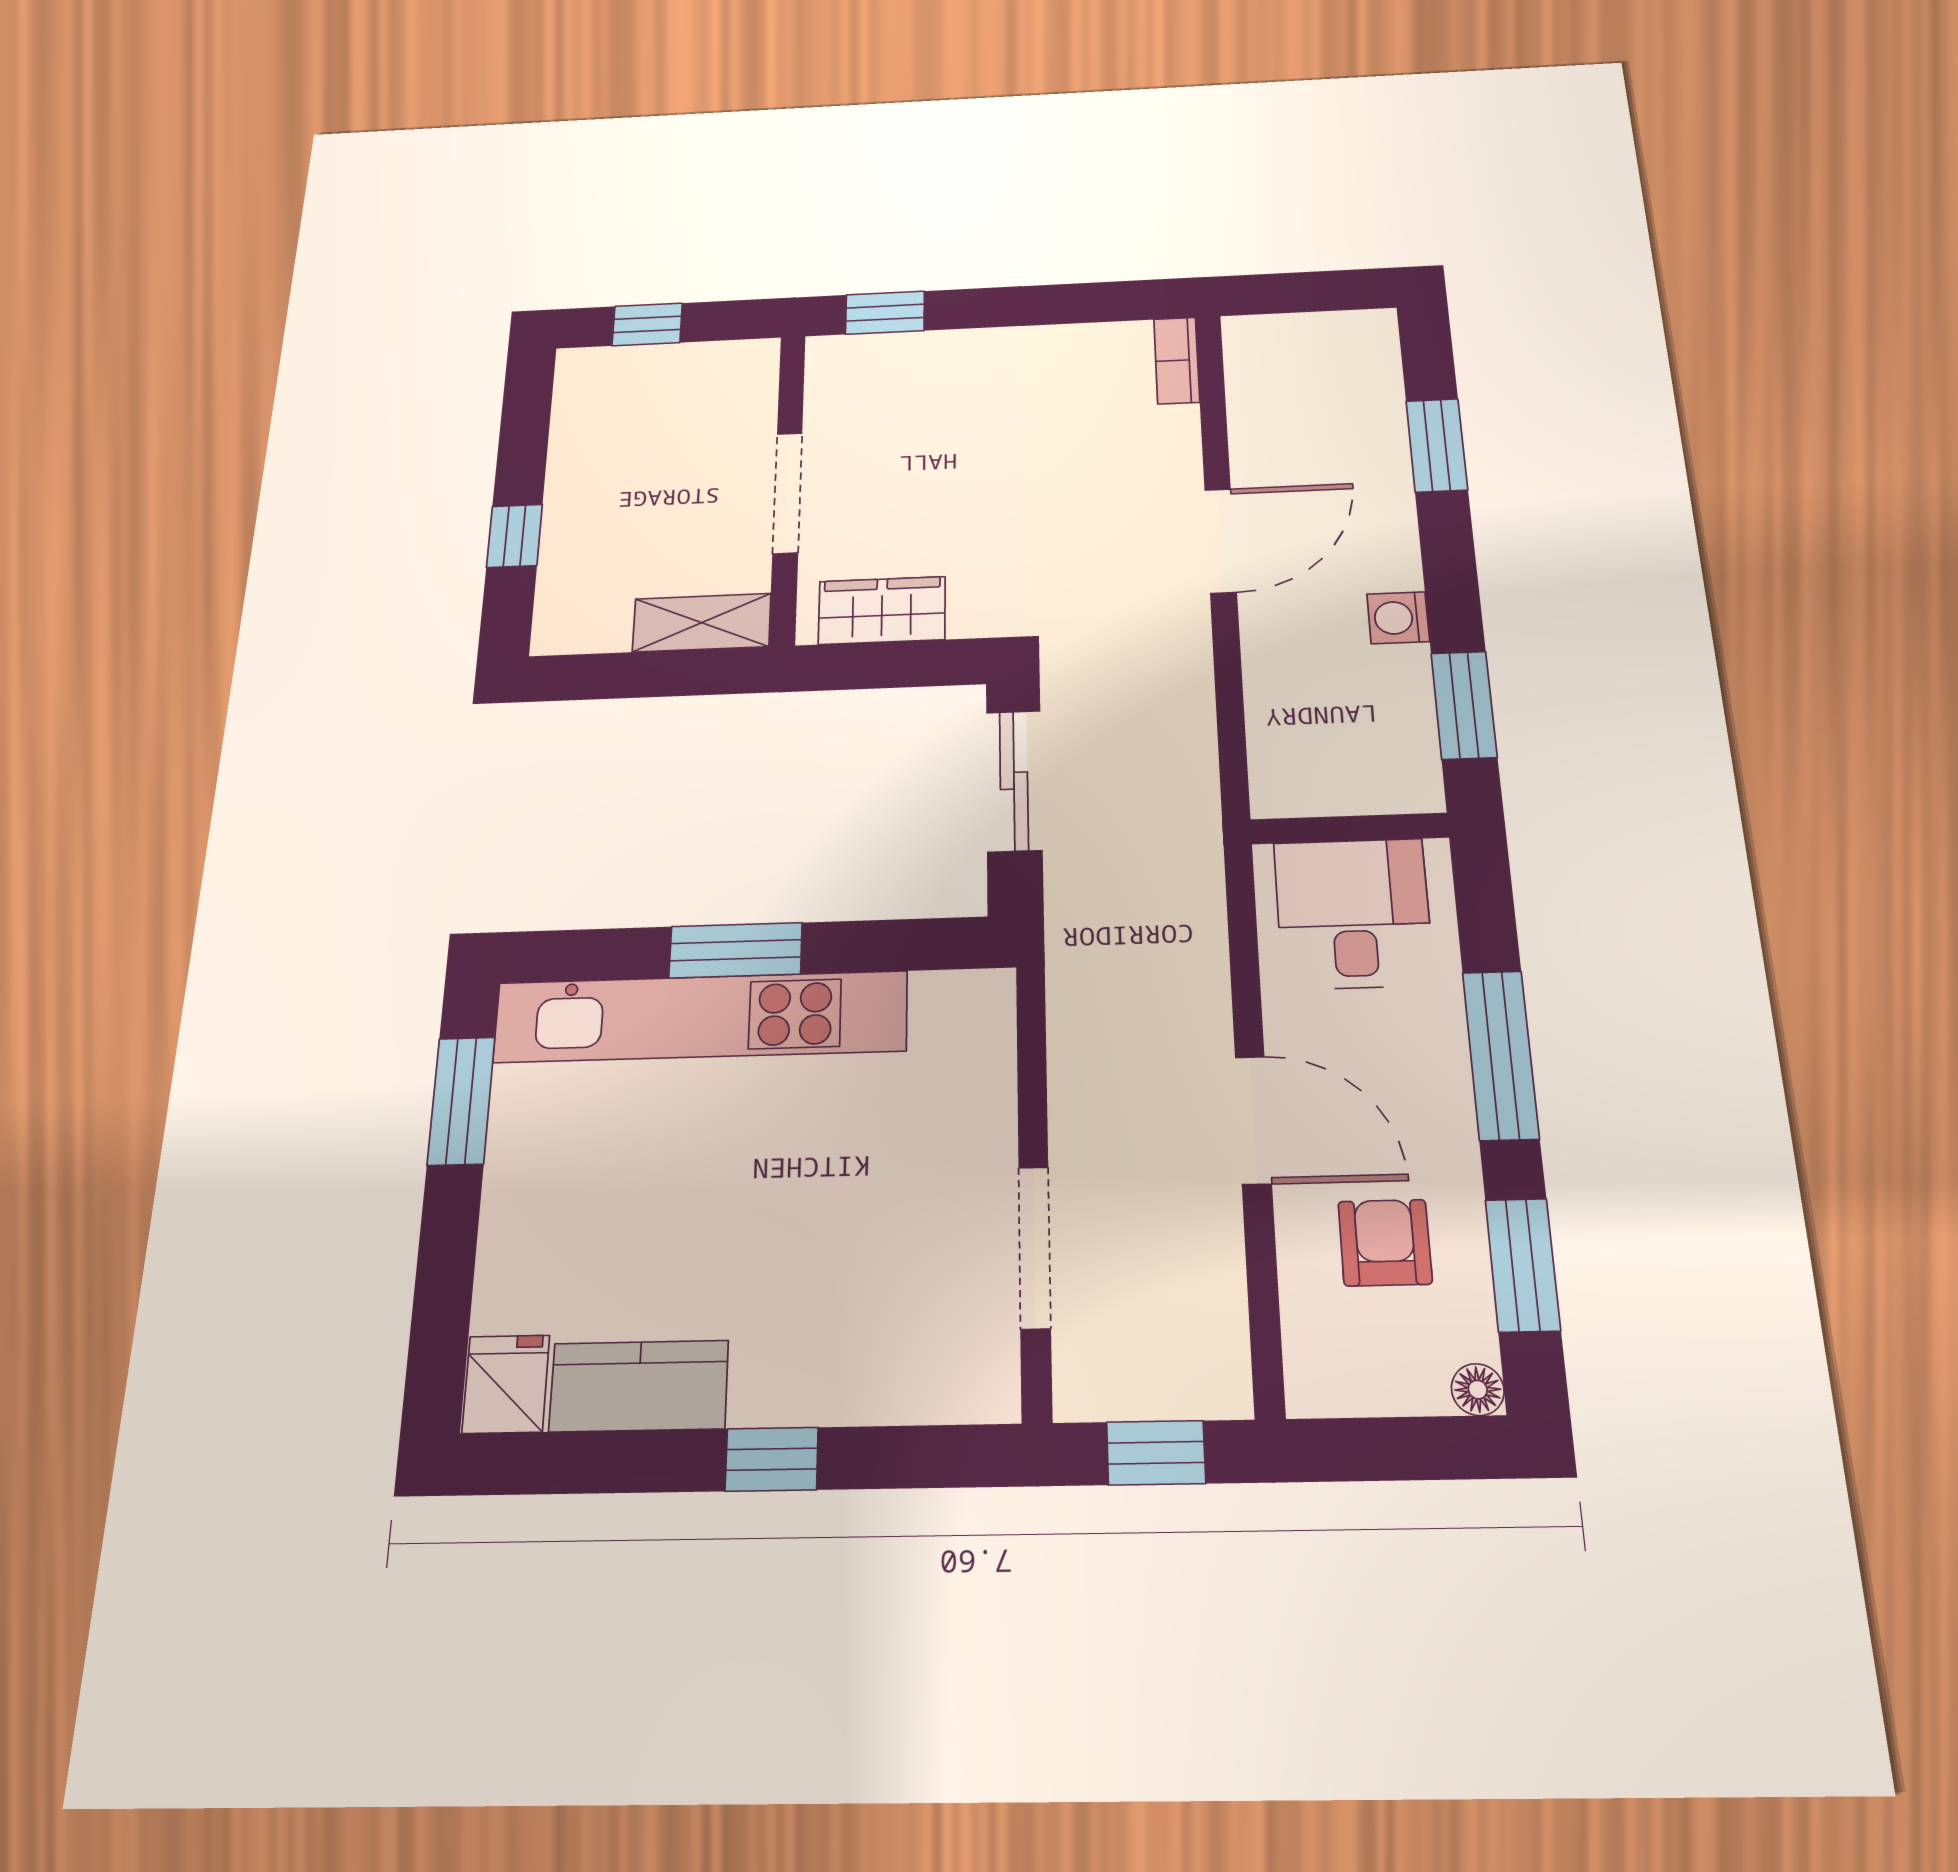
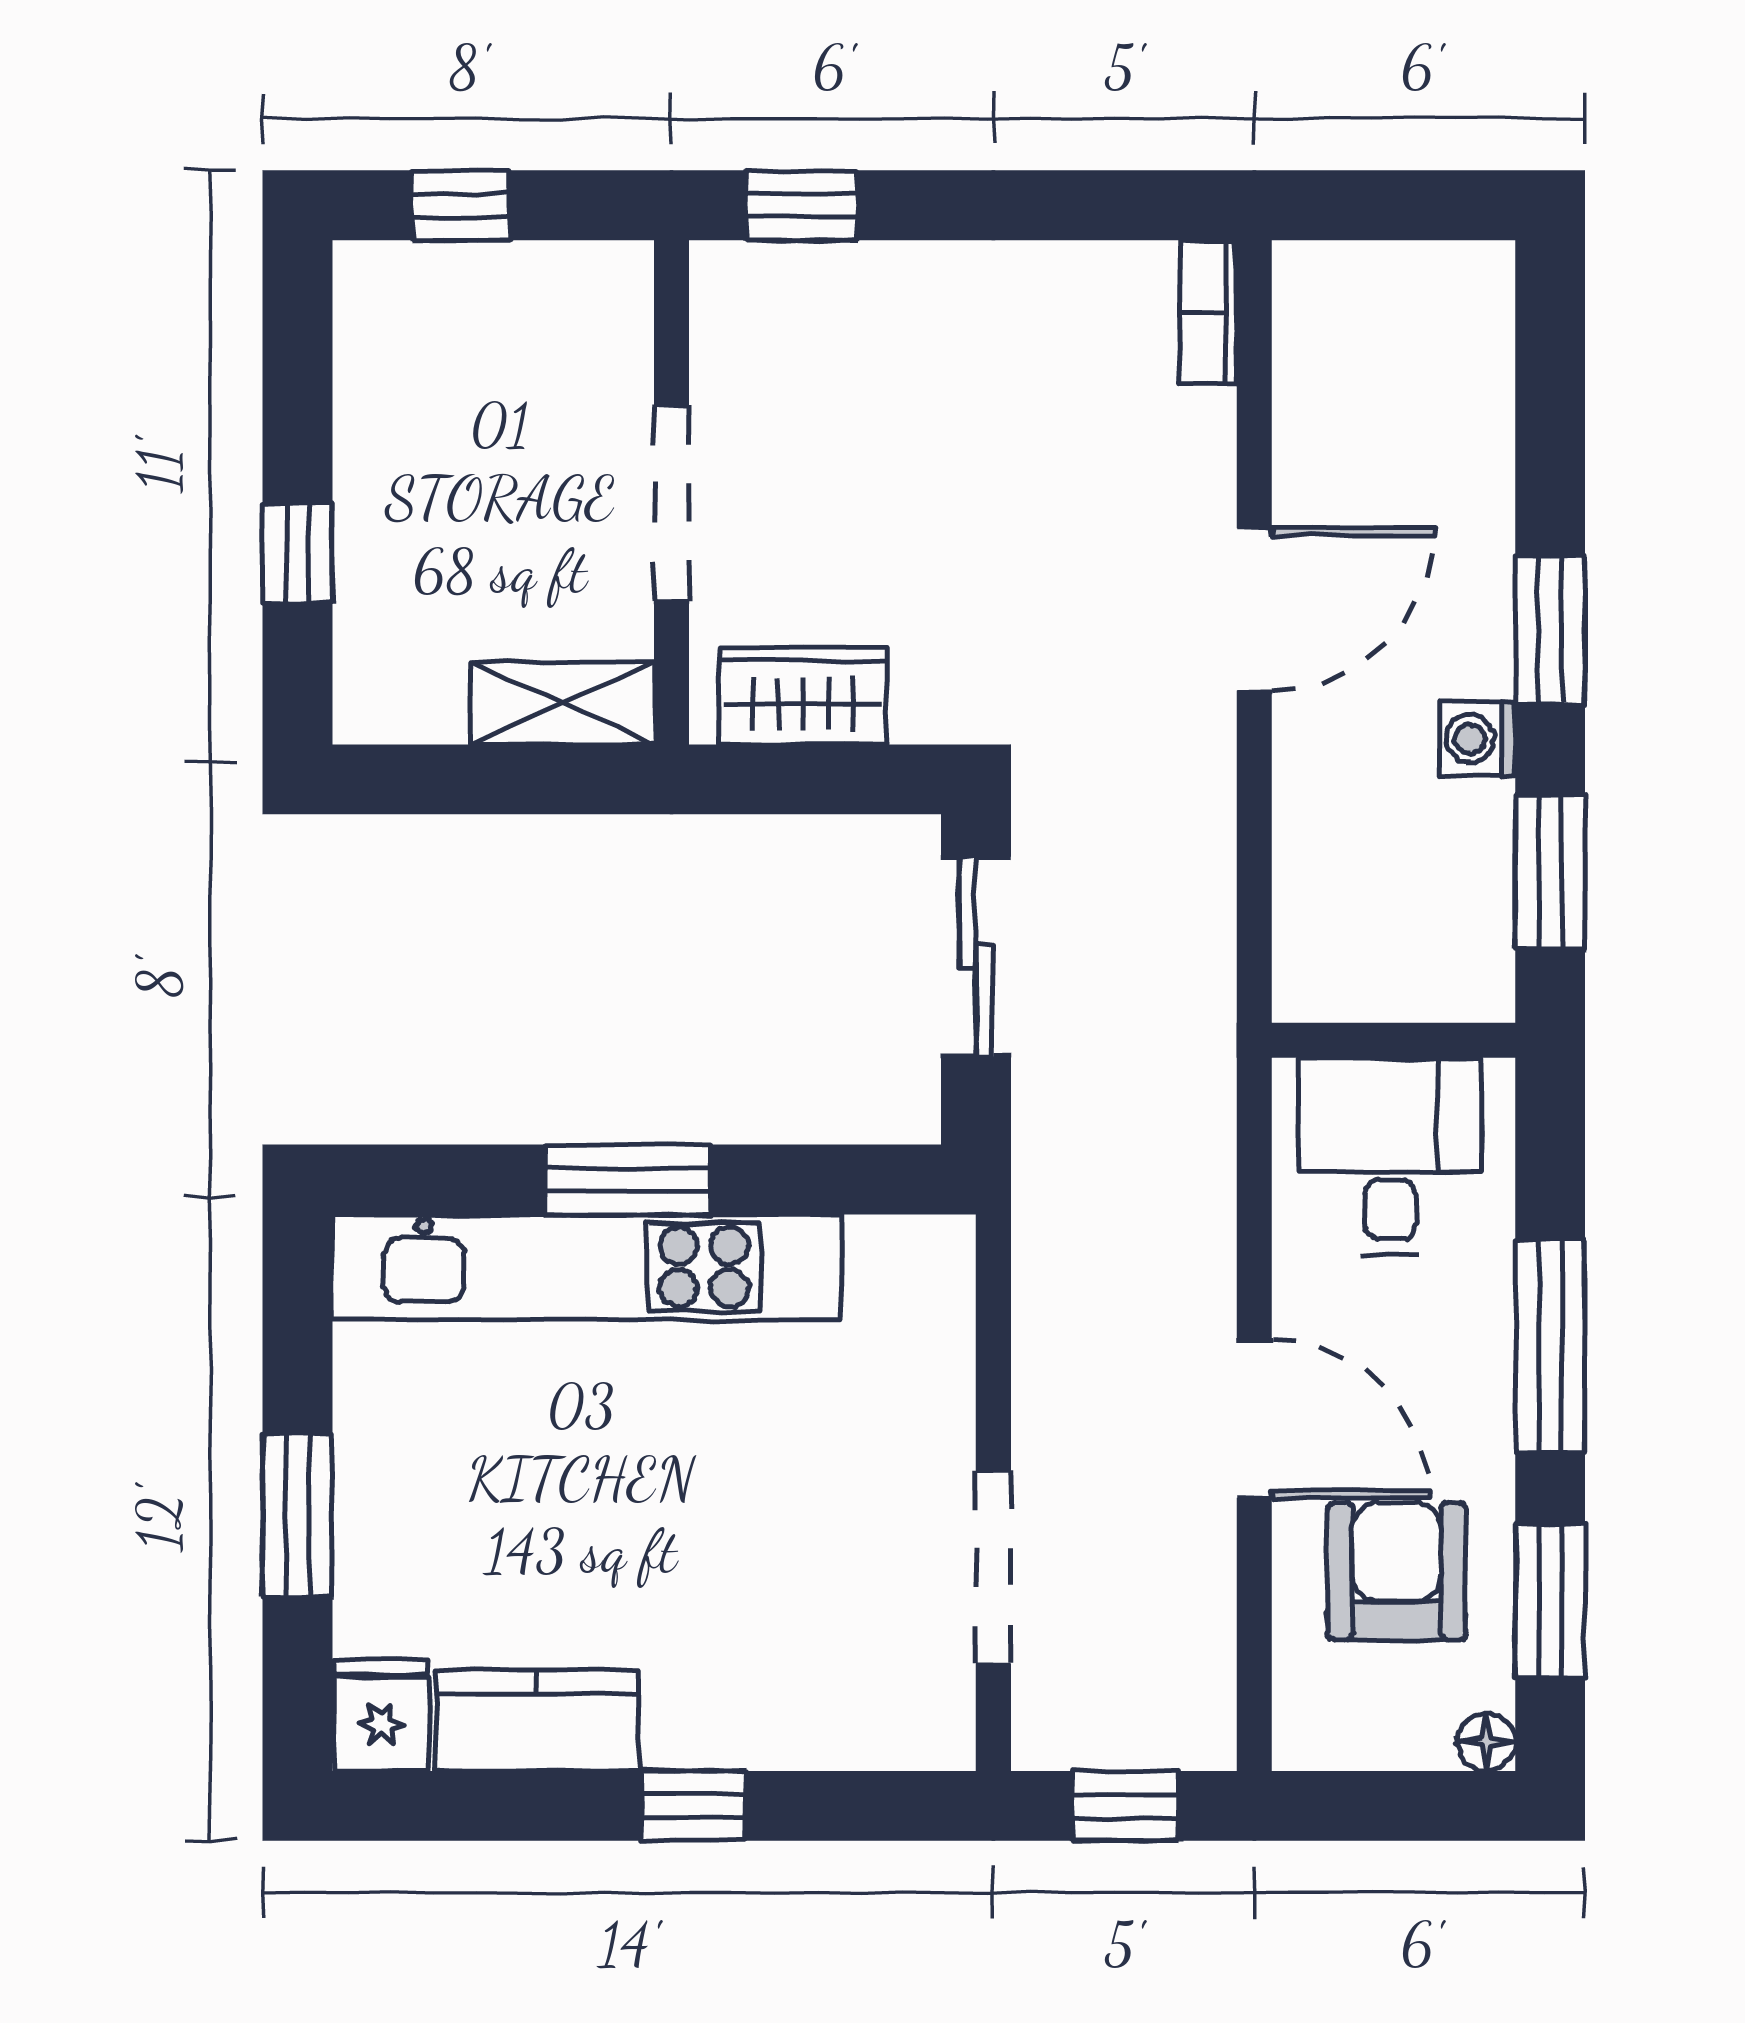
window: (1437, 445) -> (1550, 630), moved
window: (461, 1101) -> (297, 1516), moved
armchair: (1385, 1243) -> (1397, 1571), width x1.38, depth x1.38

